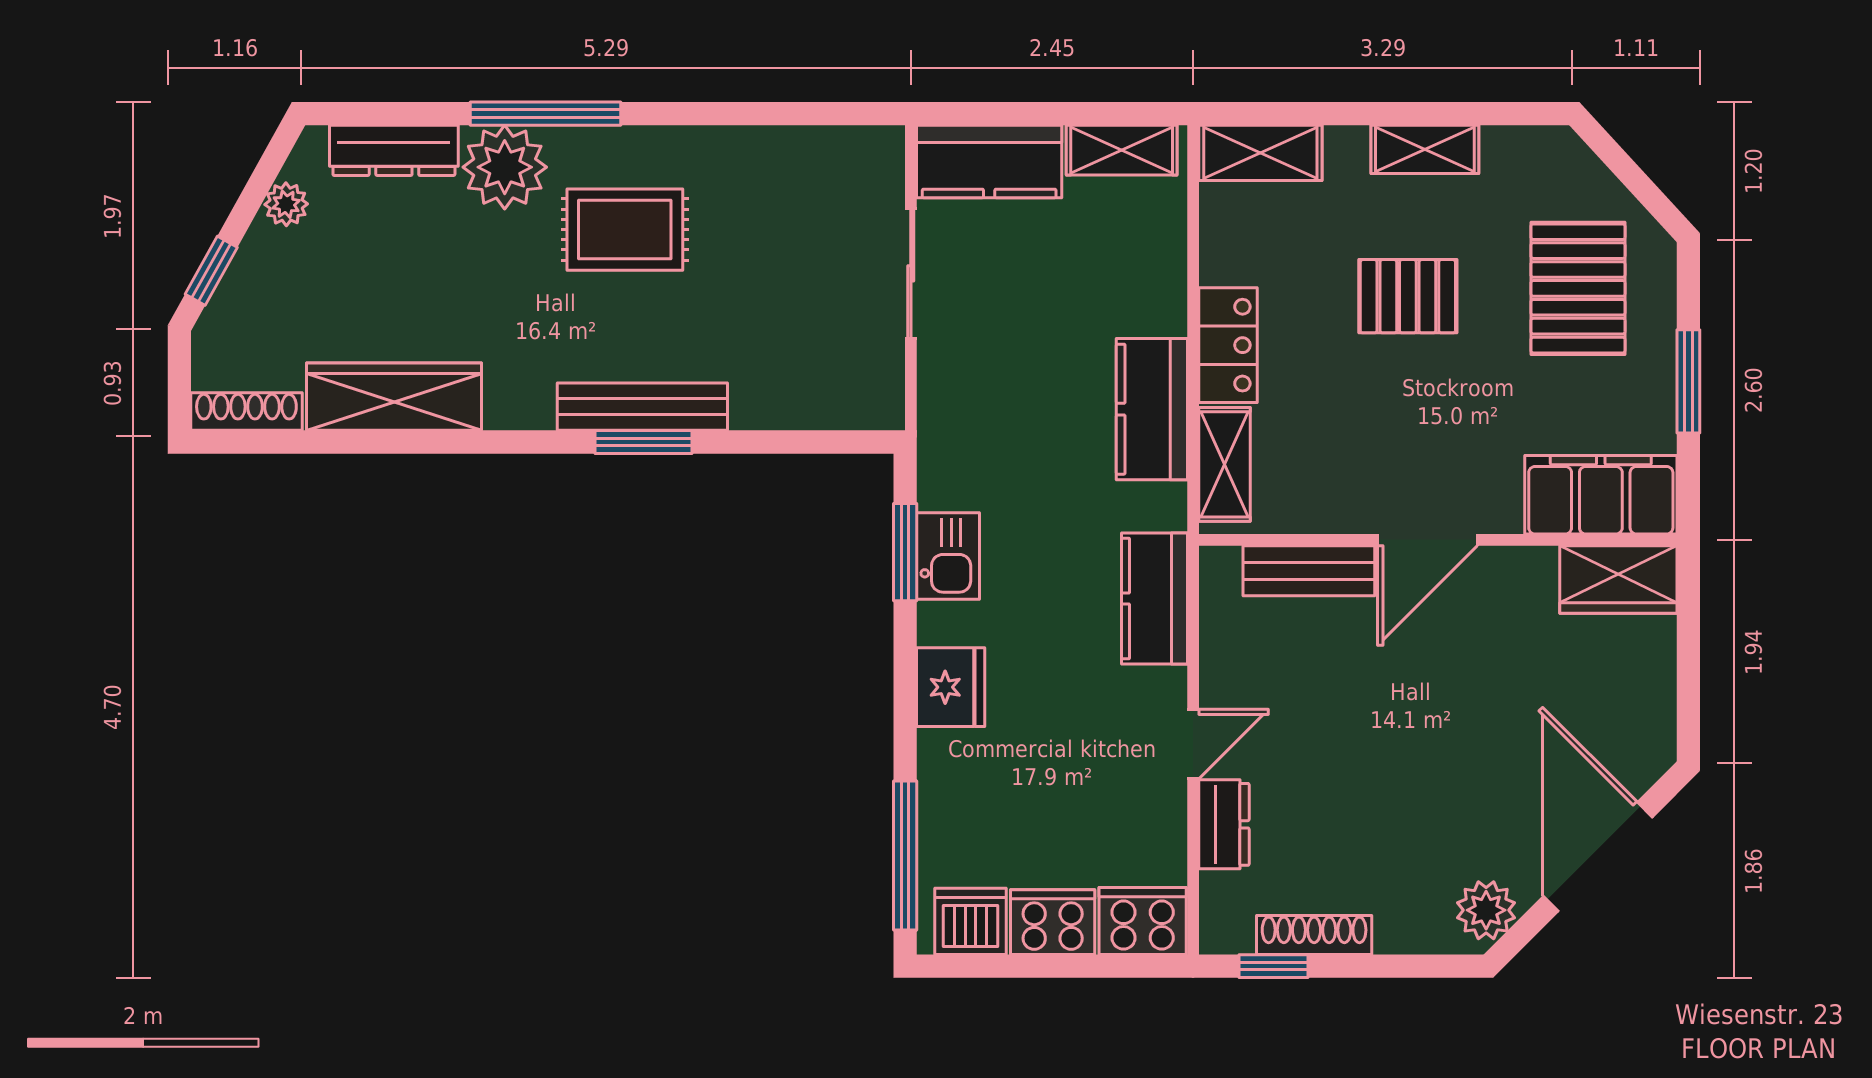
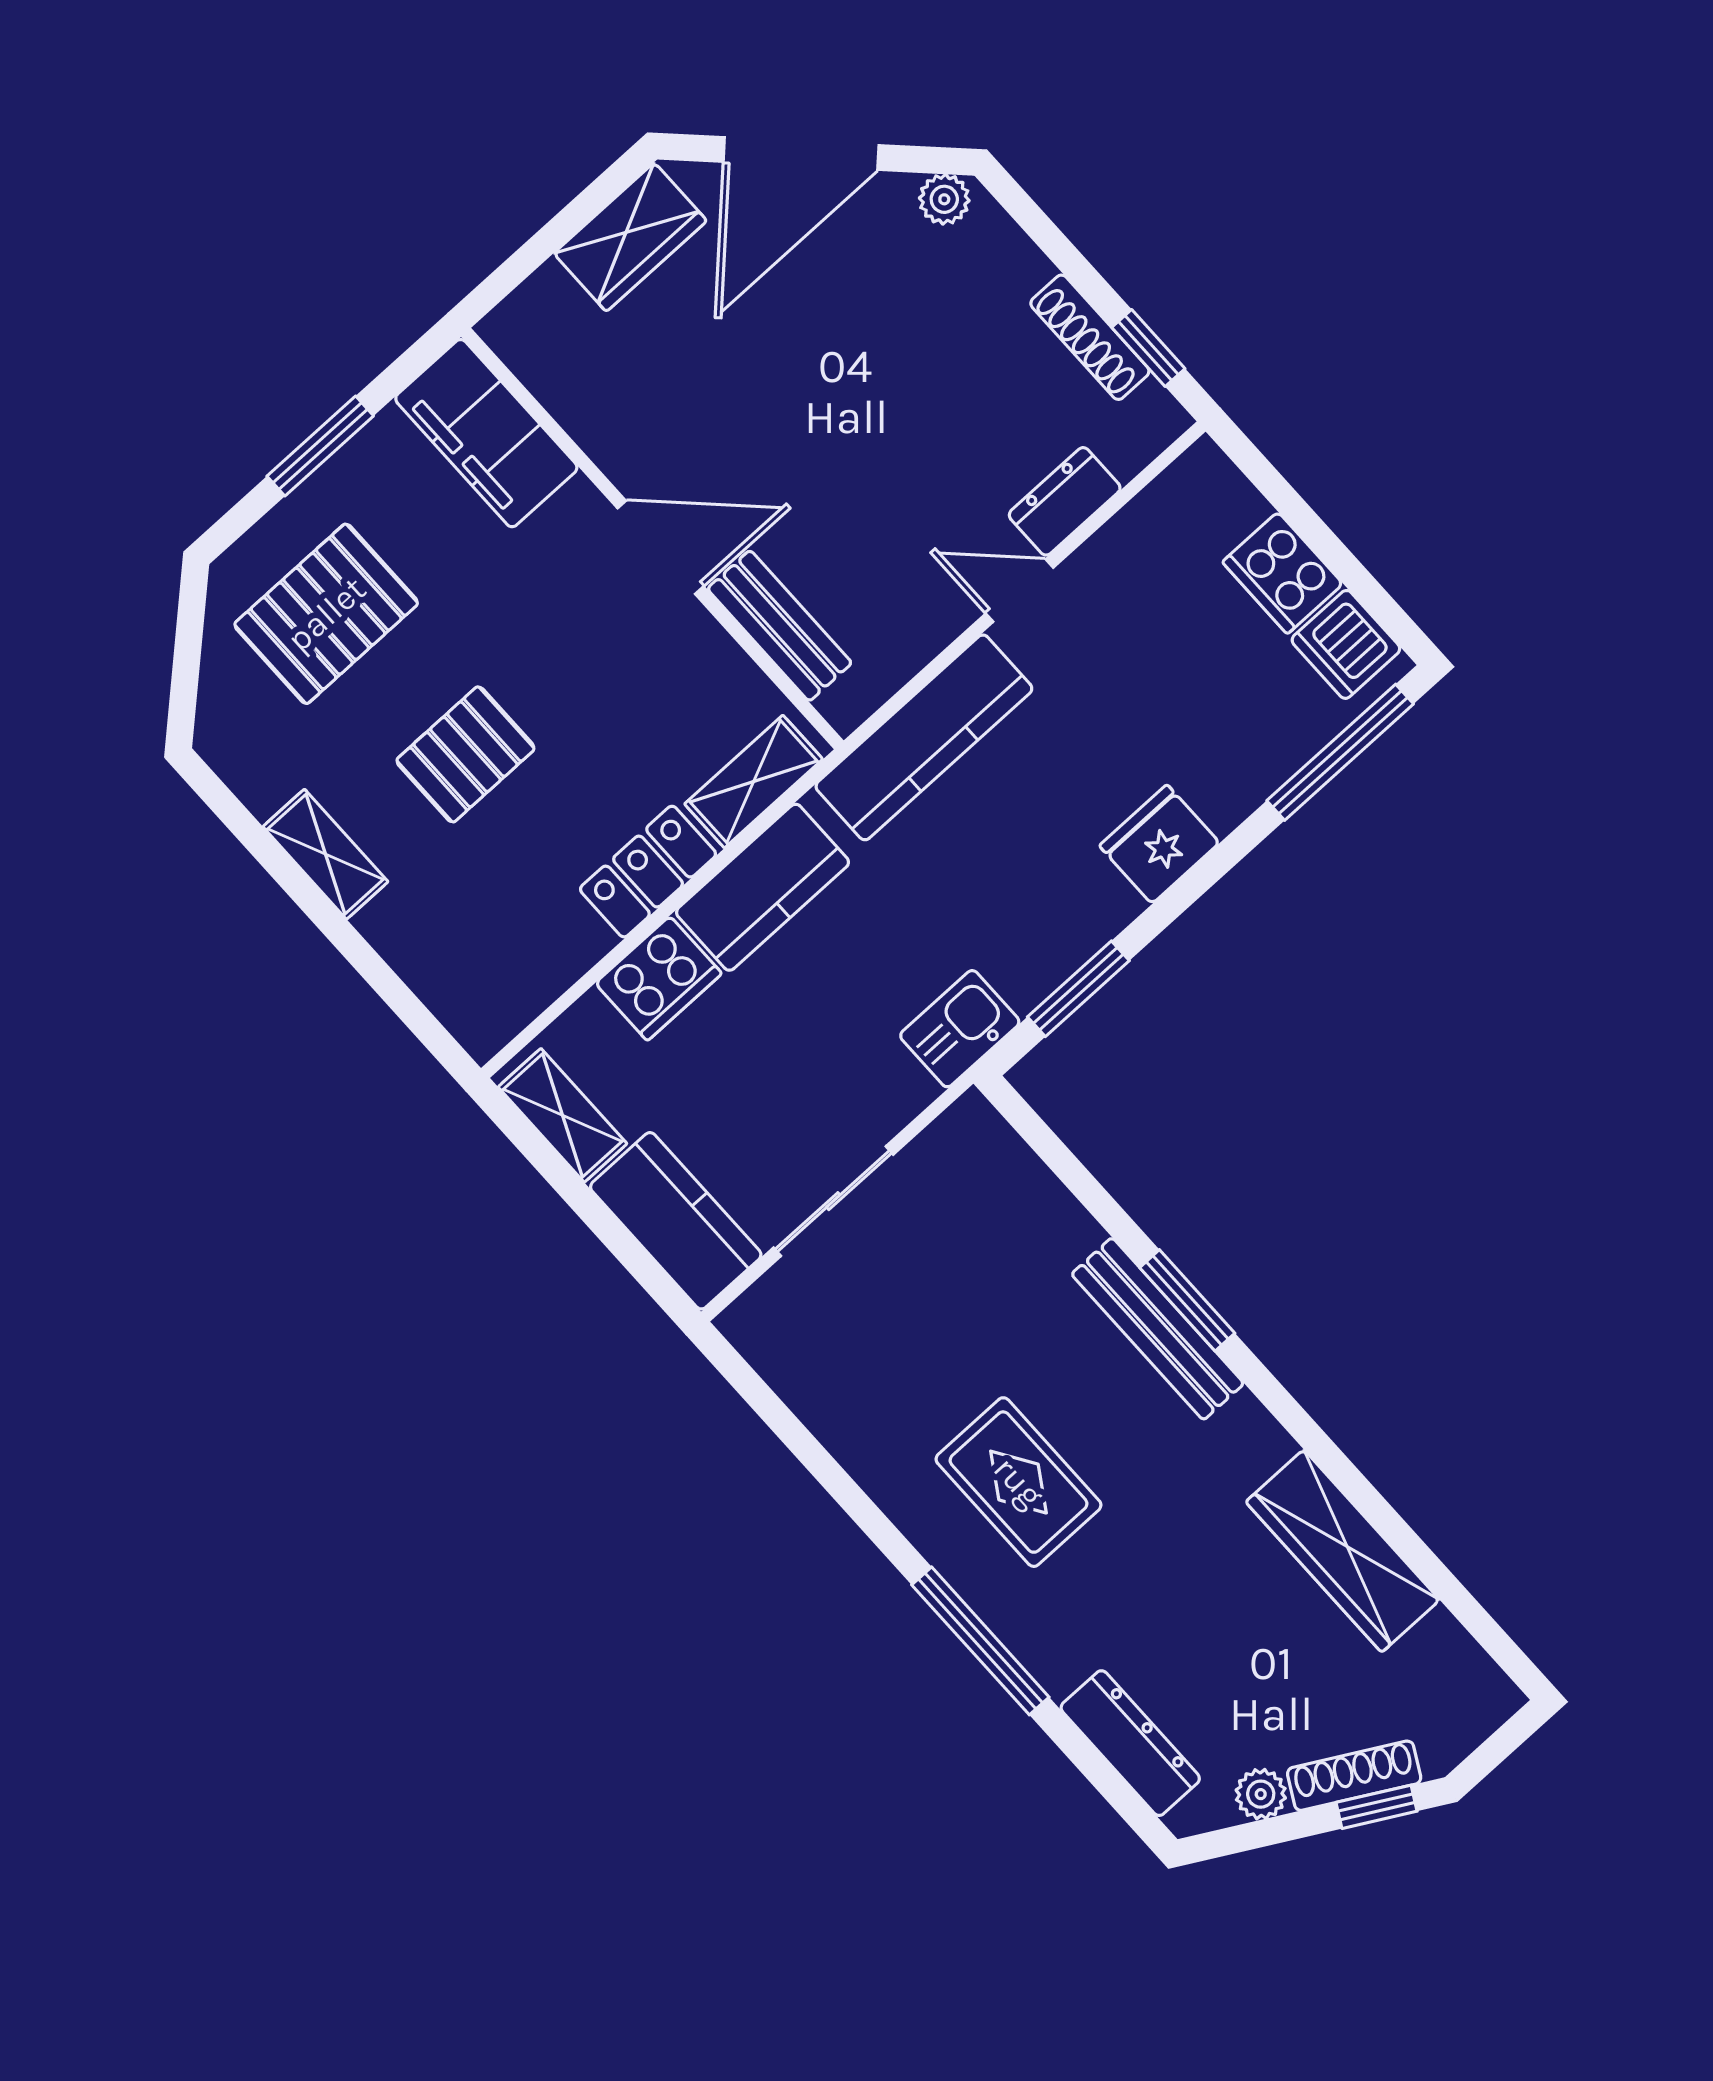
shelving: (1260, 153) -> (457, 993), removed
plant: (505, 167) -> (1058, 1634), removed
pallet: (1408, 296) -> (465, 754), turned 90
shoe rack: (246, 412) -> (1354, 1776), moved, turned 119
kitchen sink: (948, 556) -> (960, 1029), moved
wardrobe: (1618, 580) -> (630, 237), moved, turned 90
kitchen counter: (1154, 598) -> (924, 737), width x1.50
plant: (1486, 910) -> (944, 199), width x0.73, depth x0.73
cooker: (1143, 921) -> (659, 978), moved, turned -90

